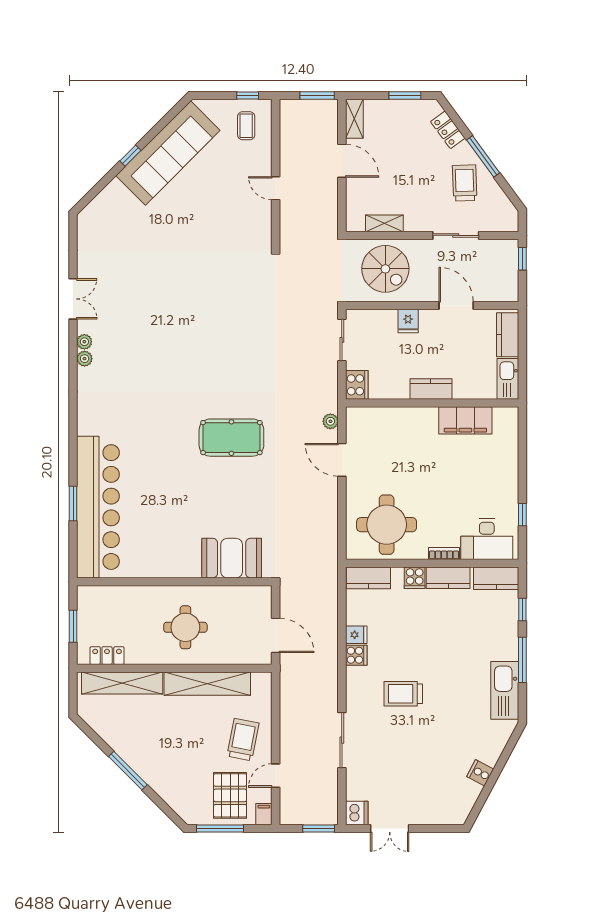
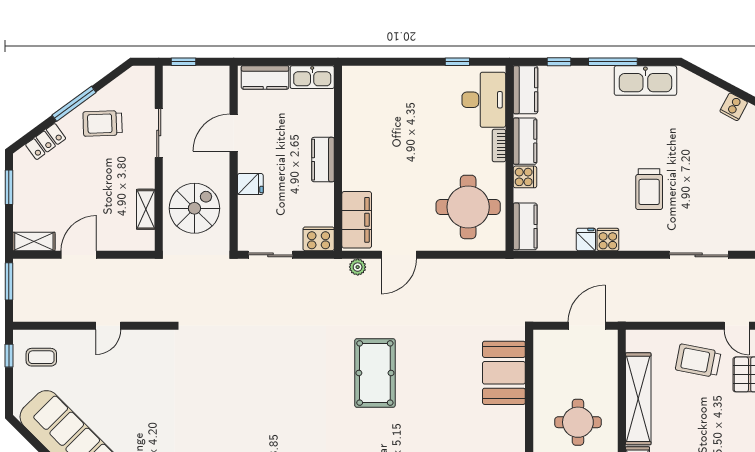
filing cabinet: (465, 420) -> (357, 220), moved

